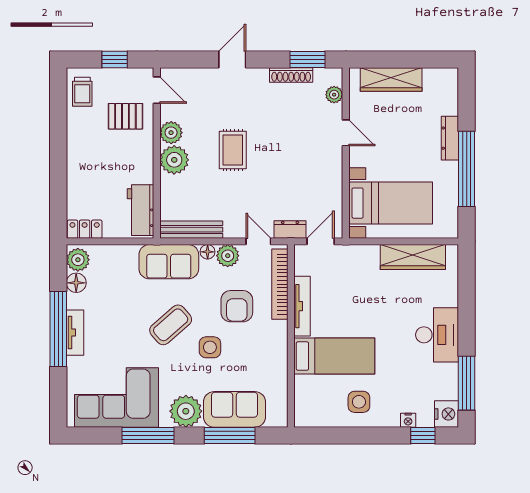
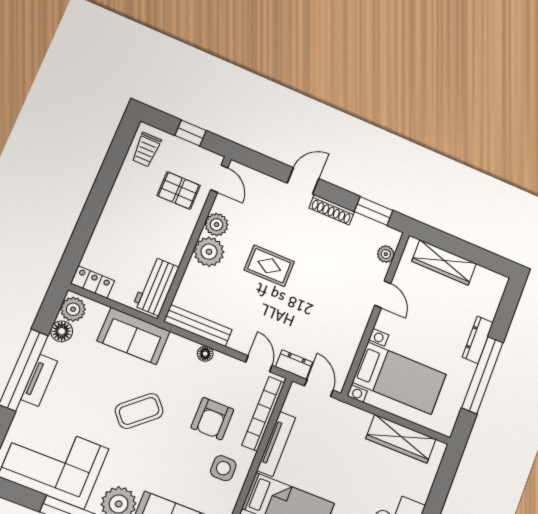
shoe rack: (291, 75) -> (332, 210), moved
rug: (233, 150) -> (269, 266), turned 90
door: (321, 241) -> (319, 388), hinge flipped
plant: (228, 256) -> (223, 366), removed
sofa: (169, 262) -> (134, 336), moved
side table: (210, 347) -> (223, 468), moved

